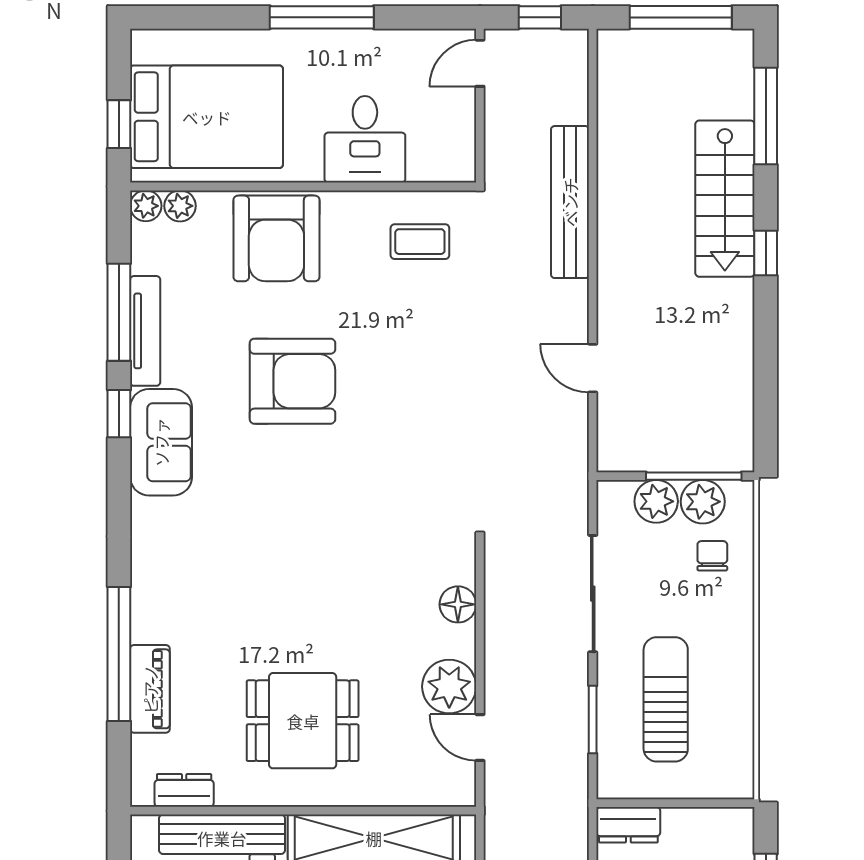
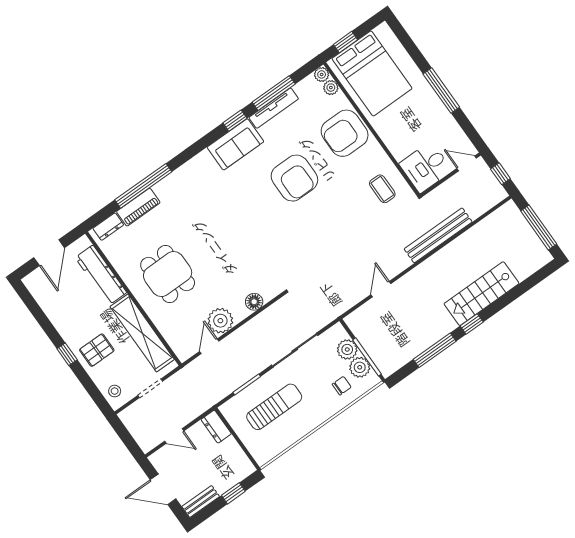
window: (766, 116) -> (435, 350), moved
desk: (365, 139) -> (426, 167), moved
dresser: (184, 790) -> (108, 227), moved, turned 90

